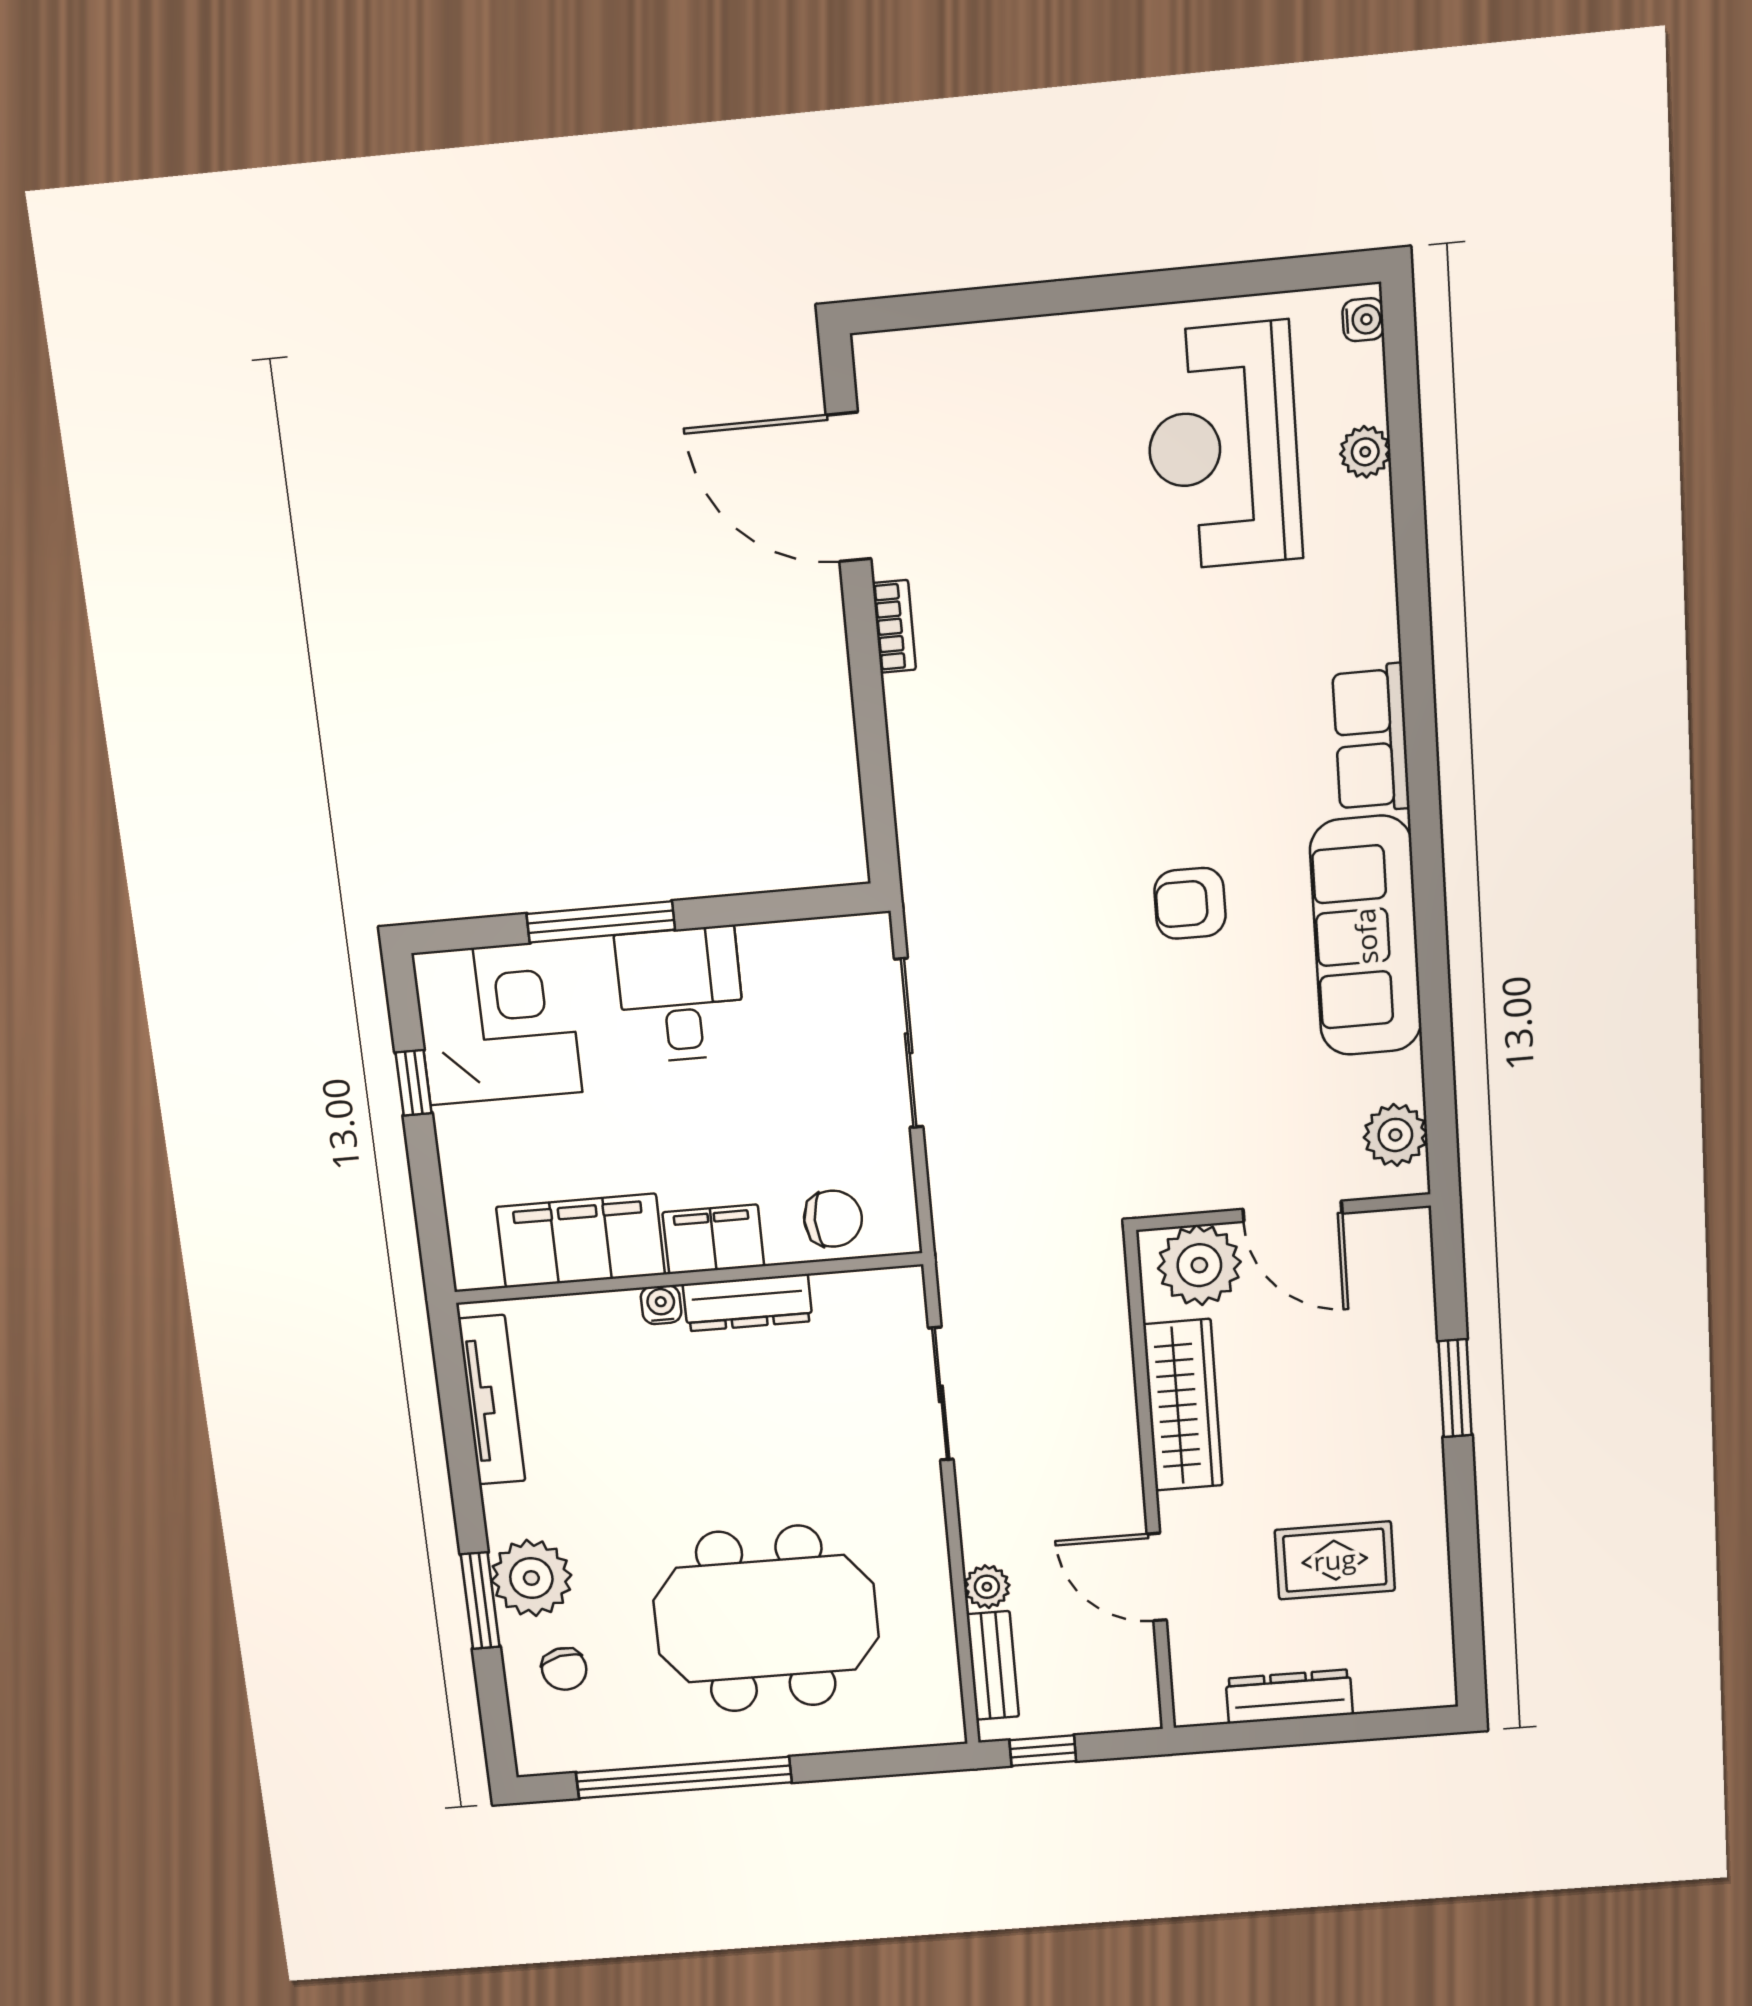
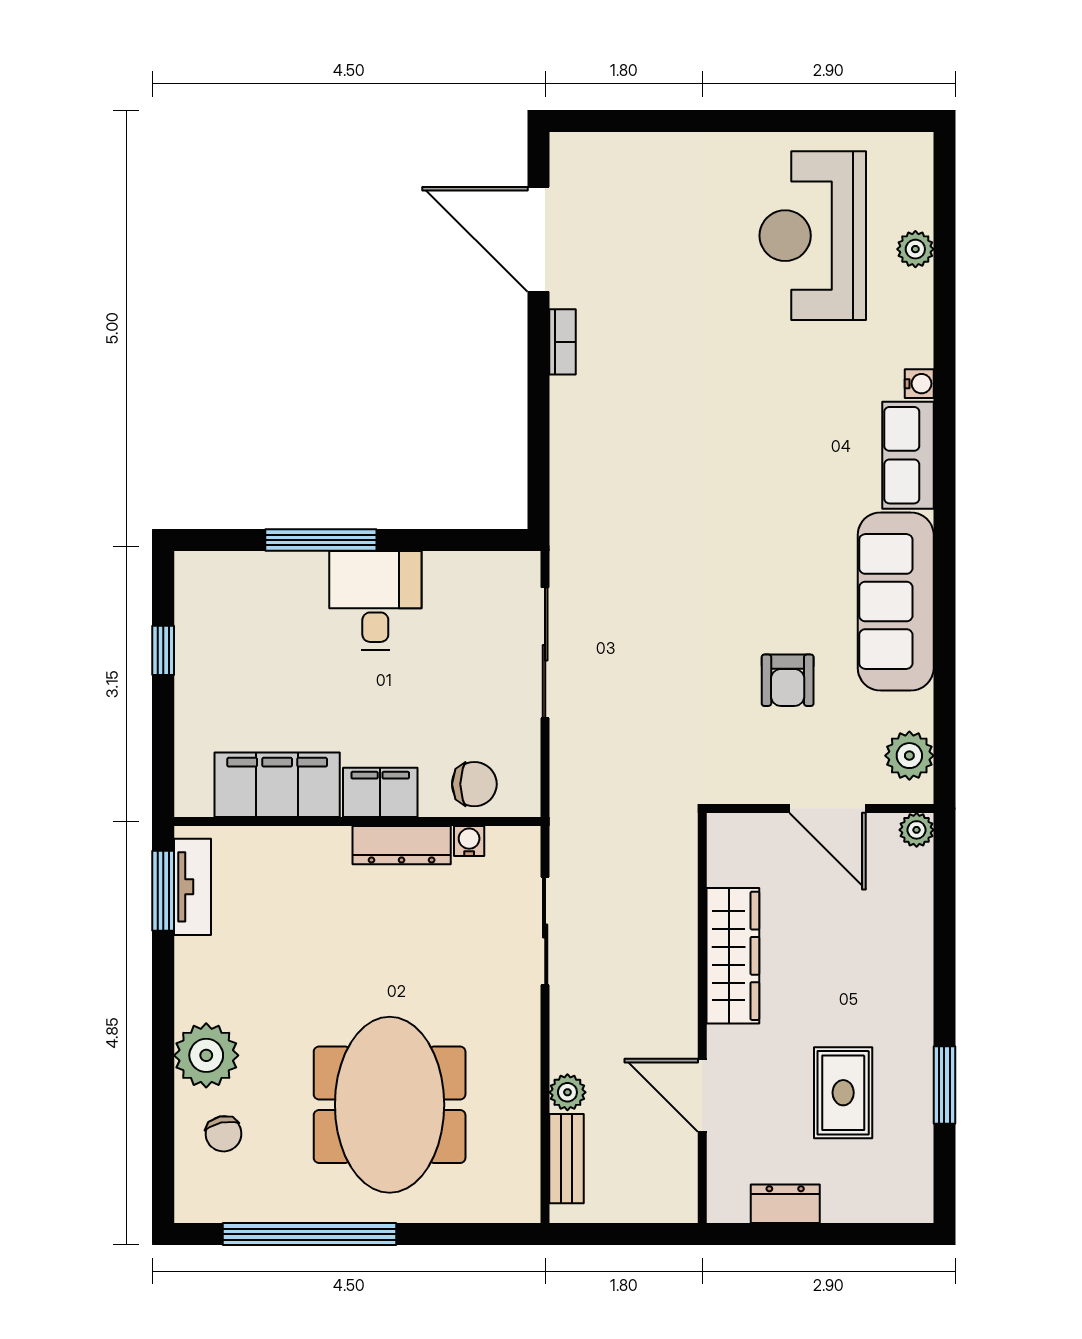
water cooler: (1363, 320) -> (919, 384), moved
armchair: (1190, 903) -> (788, 680), moved, turned -90
corner desk: (497, 1023) -> (233, 610), removed
plant: (1199, 1265) -> (917, 830), moved, width x0.53, depth x0.53
water cooler: (661, 1305) -> (469, 841), moved
window: (1455, 1388) -> (944, 1085), moved
tv unit: (492, 1400) -> (192, 887), width x0.71
rug: (1335, 1560) -> (843, 1093), turned 90
window: (480, 1601) -> (163, 891), moved
meeting table: (766, 1619) -> (390, 1105), turned 90
dresser: (1289, 1697) -> (785, 1204), width x0.70
window: (1043, 1751) -> (600, 1234), removed

